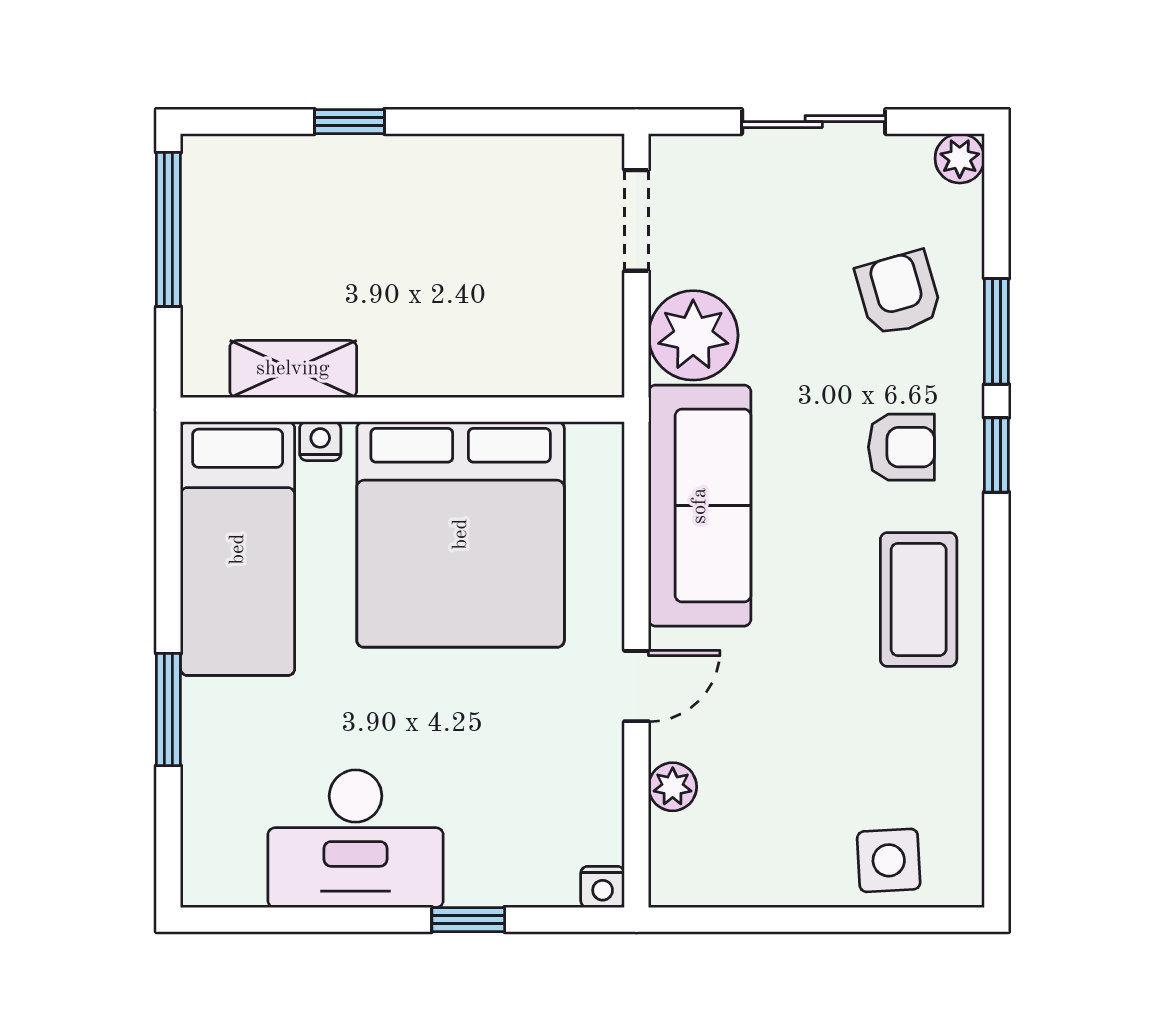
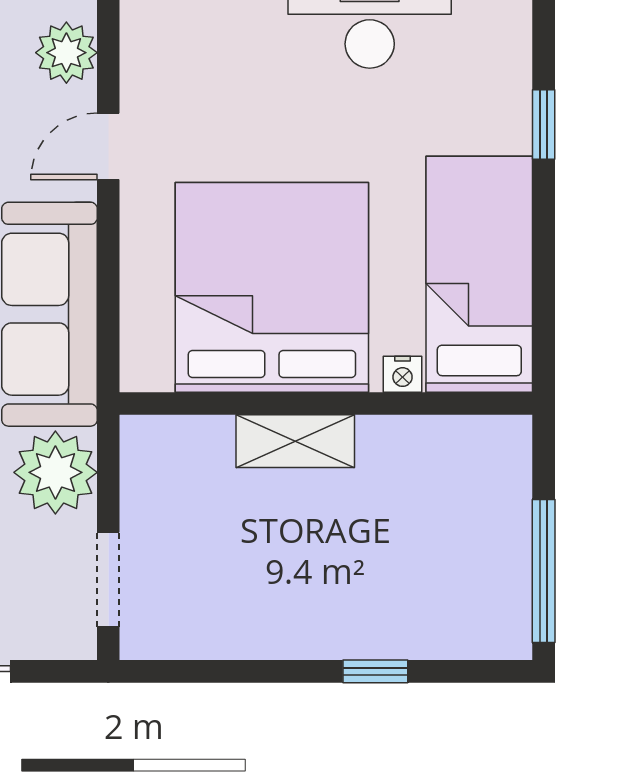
shelving: (293, 369) -> (295, 441), moved
window: (168, 709) -> (544, 125), width x0.67
plant: (673, 787) -> (66, 53), width x1.38, depth x1.38

